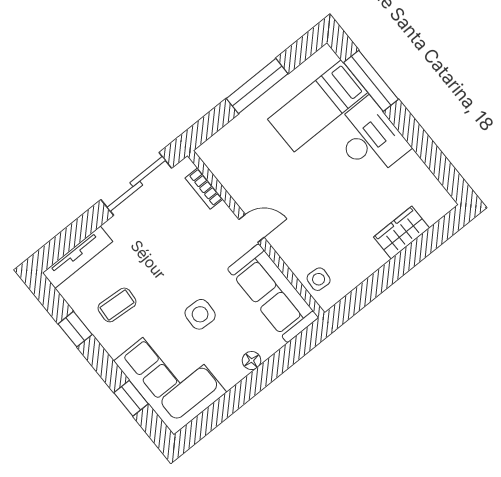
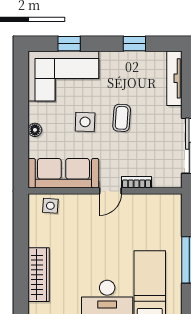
bookcase: (204, 189) -> (137, 182), moved
wardrobe: (401, 233) -> (39, 275), width x1.50
coffee table: (117, 305) -> (122, 118), moved

